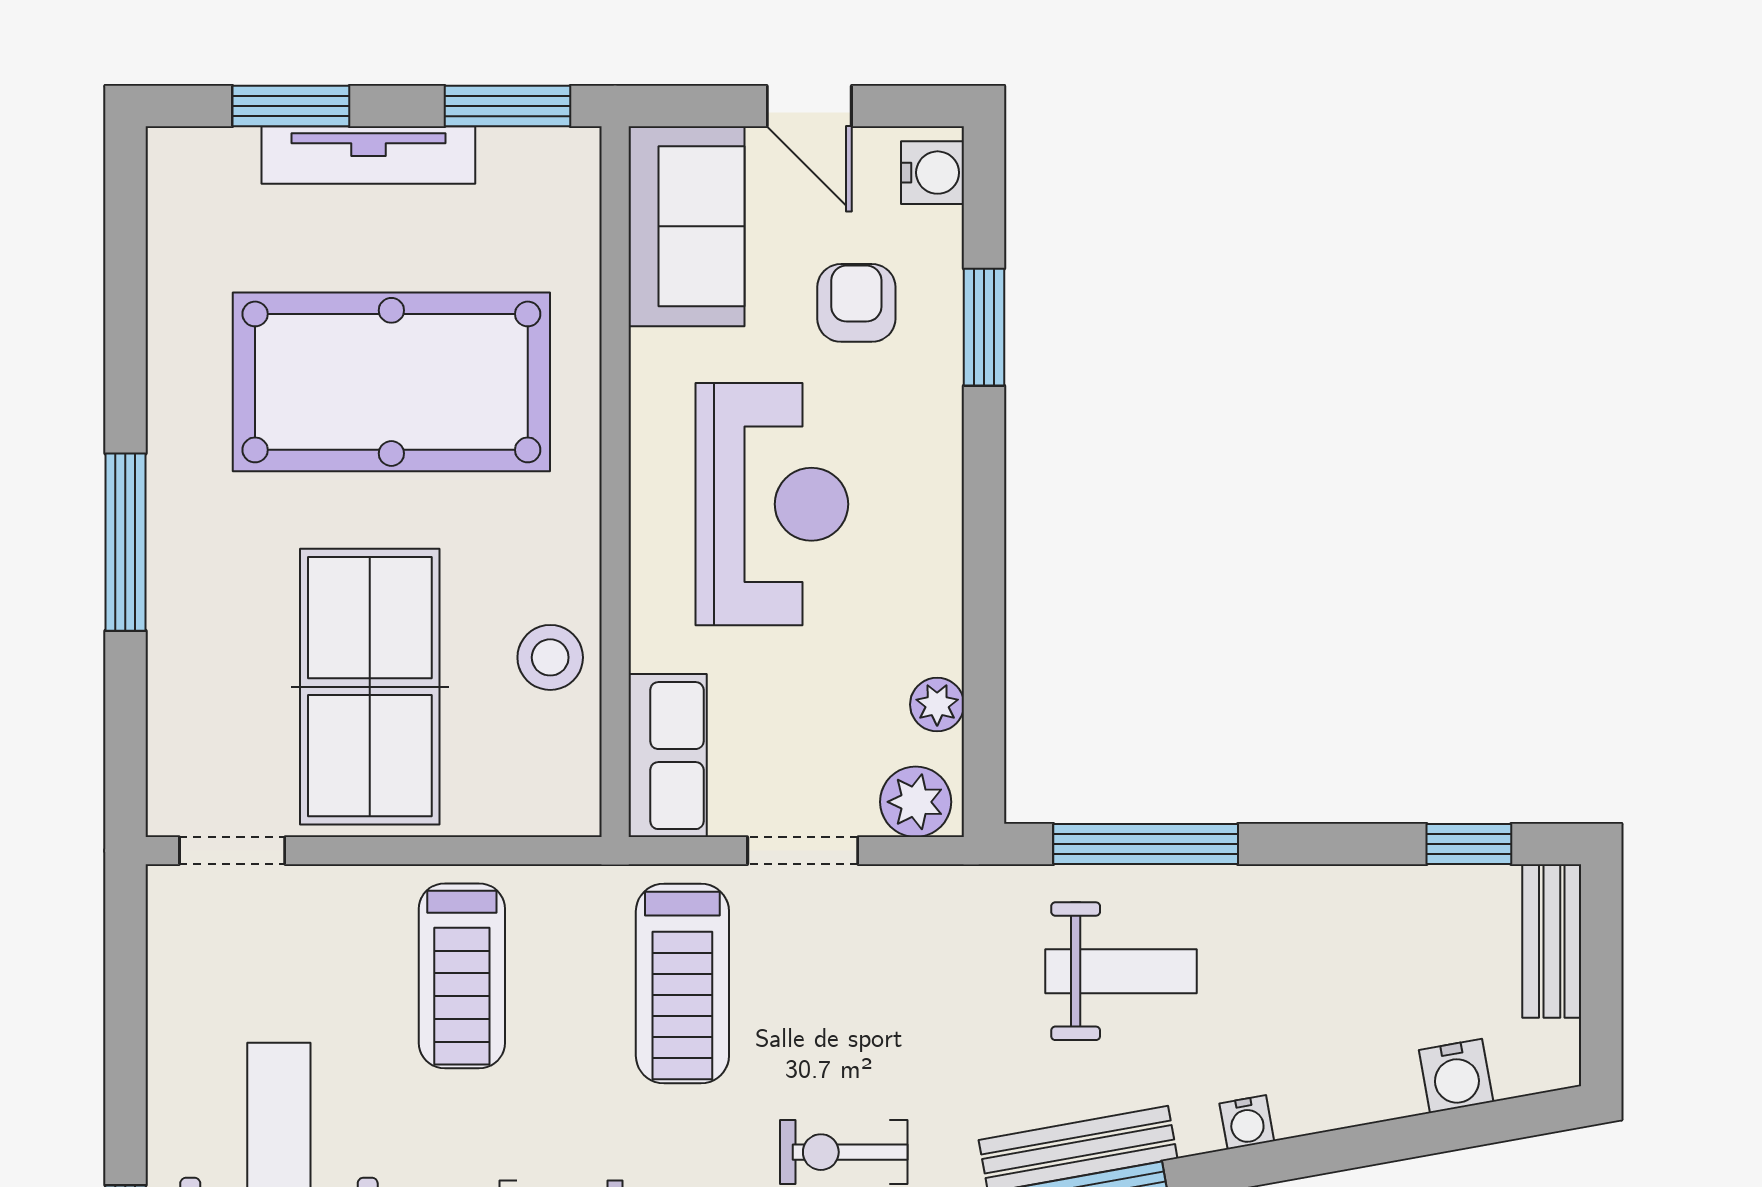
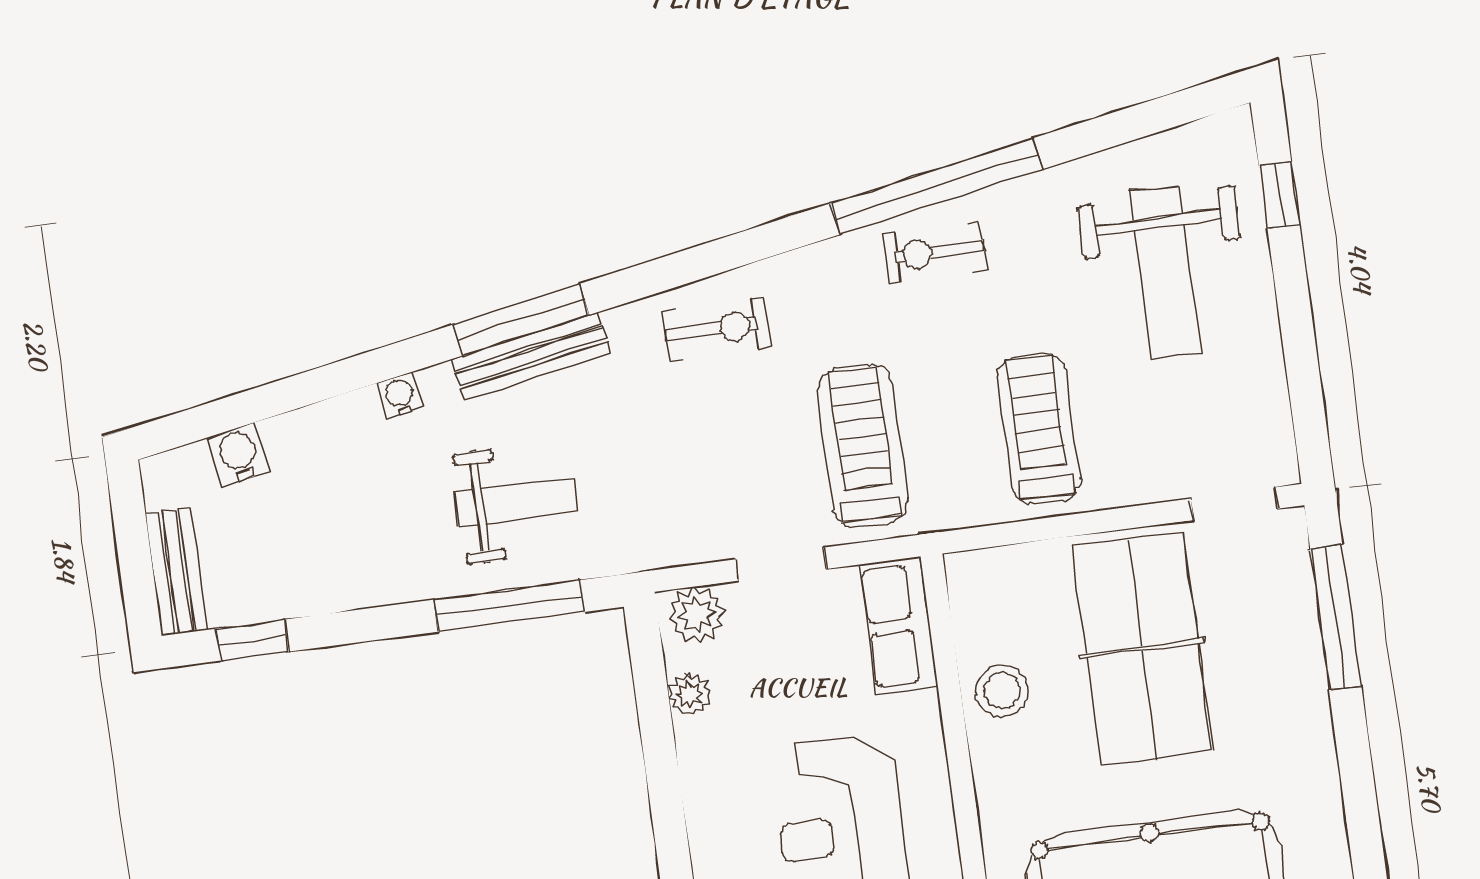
window: (125, 542) -> (1336, 617), moved
weight bench: (1121, 971) -> (516, 502), turned 180

